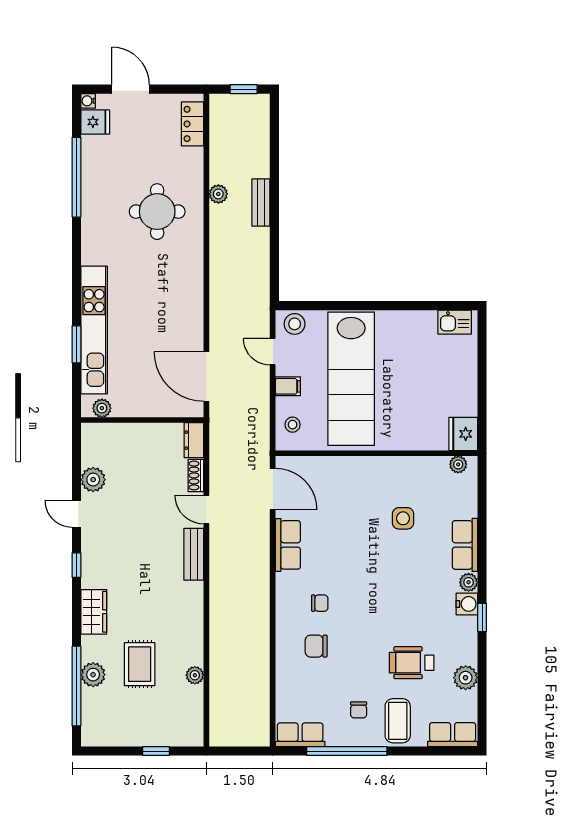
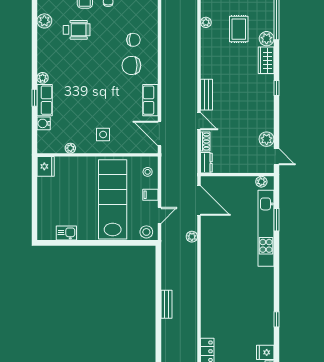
window: (76, 177) -> (276, 319), width x0.32
plant: (218, 194) -> (192, 237), moved
round table: (157, 212) -> (228, 299), removed
kitchen sink: (455, 322) -> (66, 233), moved
door: (273, 352) -> (159, 215), hinge flipped
plant: (458, 464) -> (70, 148), moved
door: (76, 514) -> (276, 157), moved
side table: (403, 518) -> (103, 134), moved
chair: (320, 603) -> (131, 65), width x1.87, depth x1.87
water cooler: (467, 604) -> (44, 123), moved
window: (482, 617) -> (35, 98), moved
plant: (93, 675) -> (267, 39), moved

